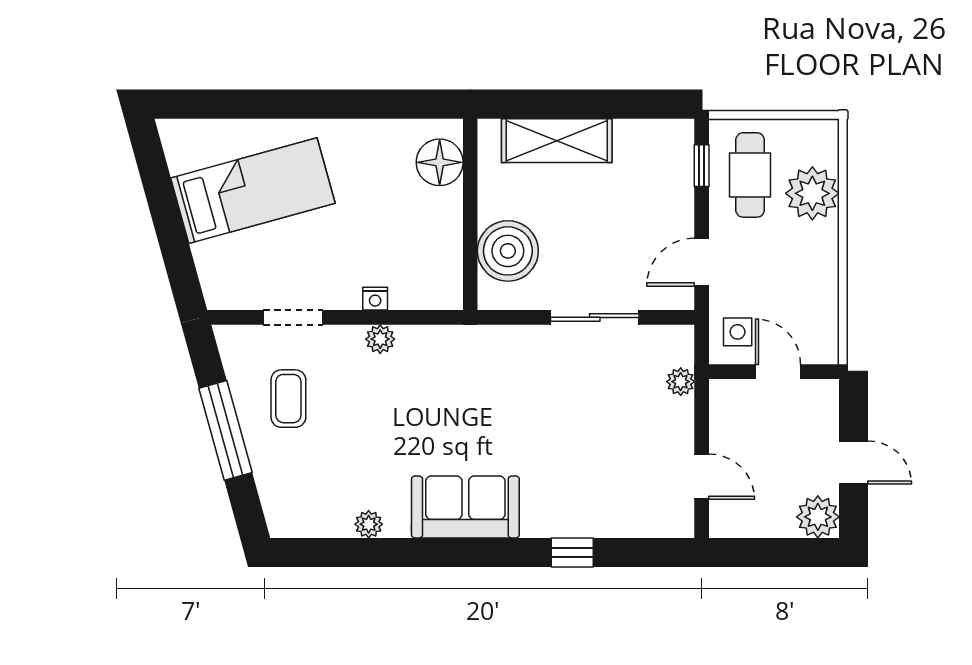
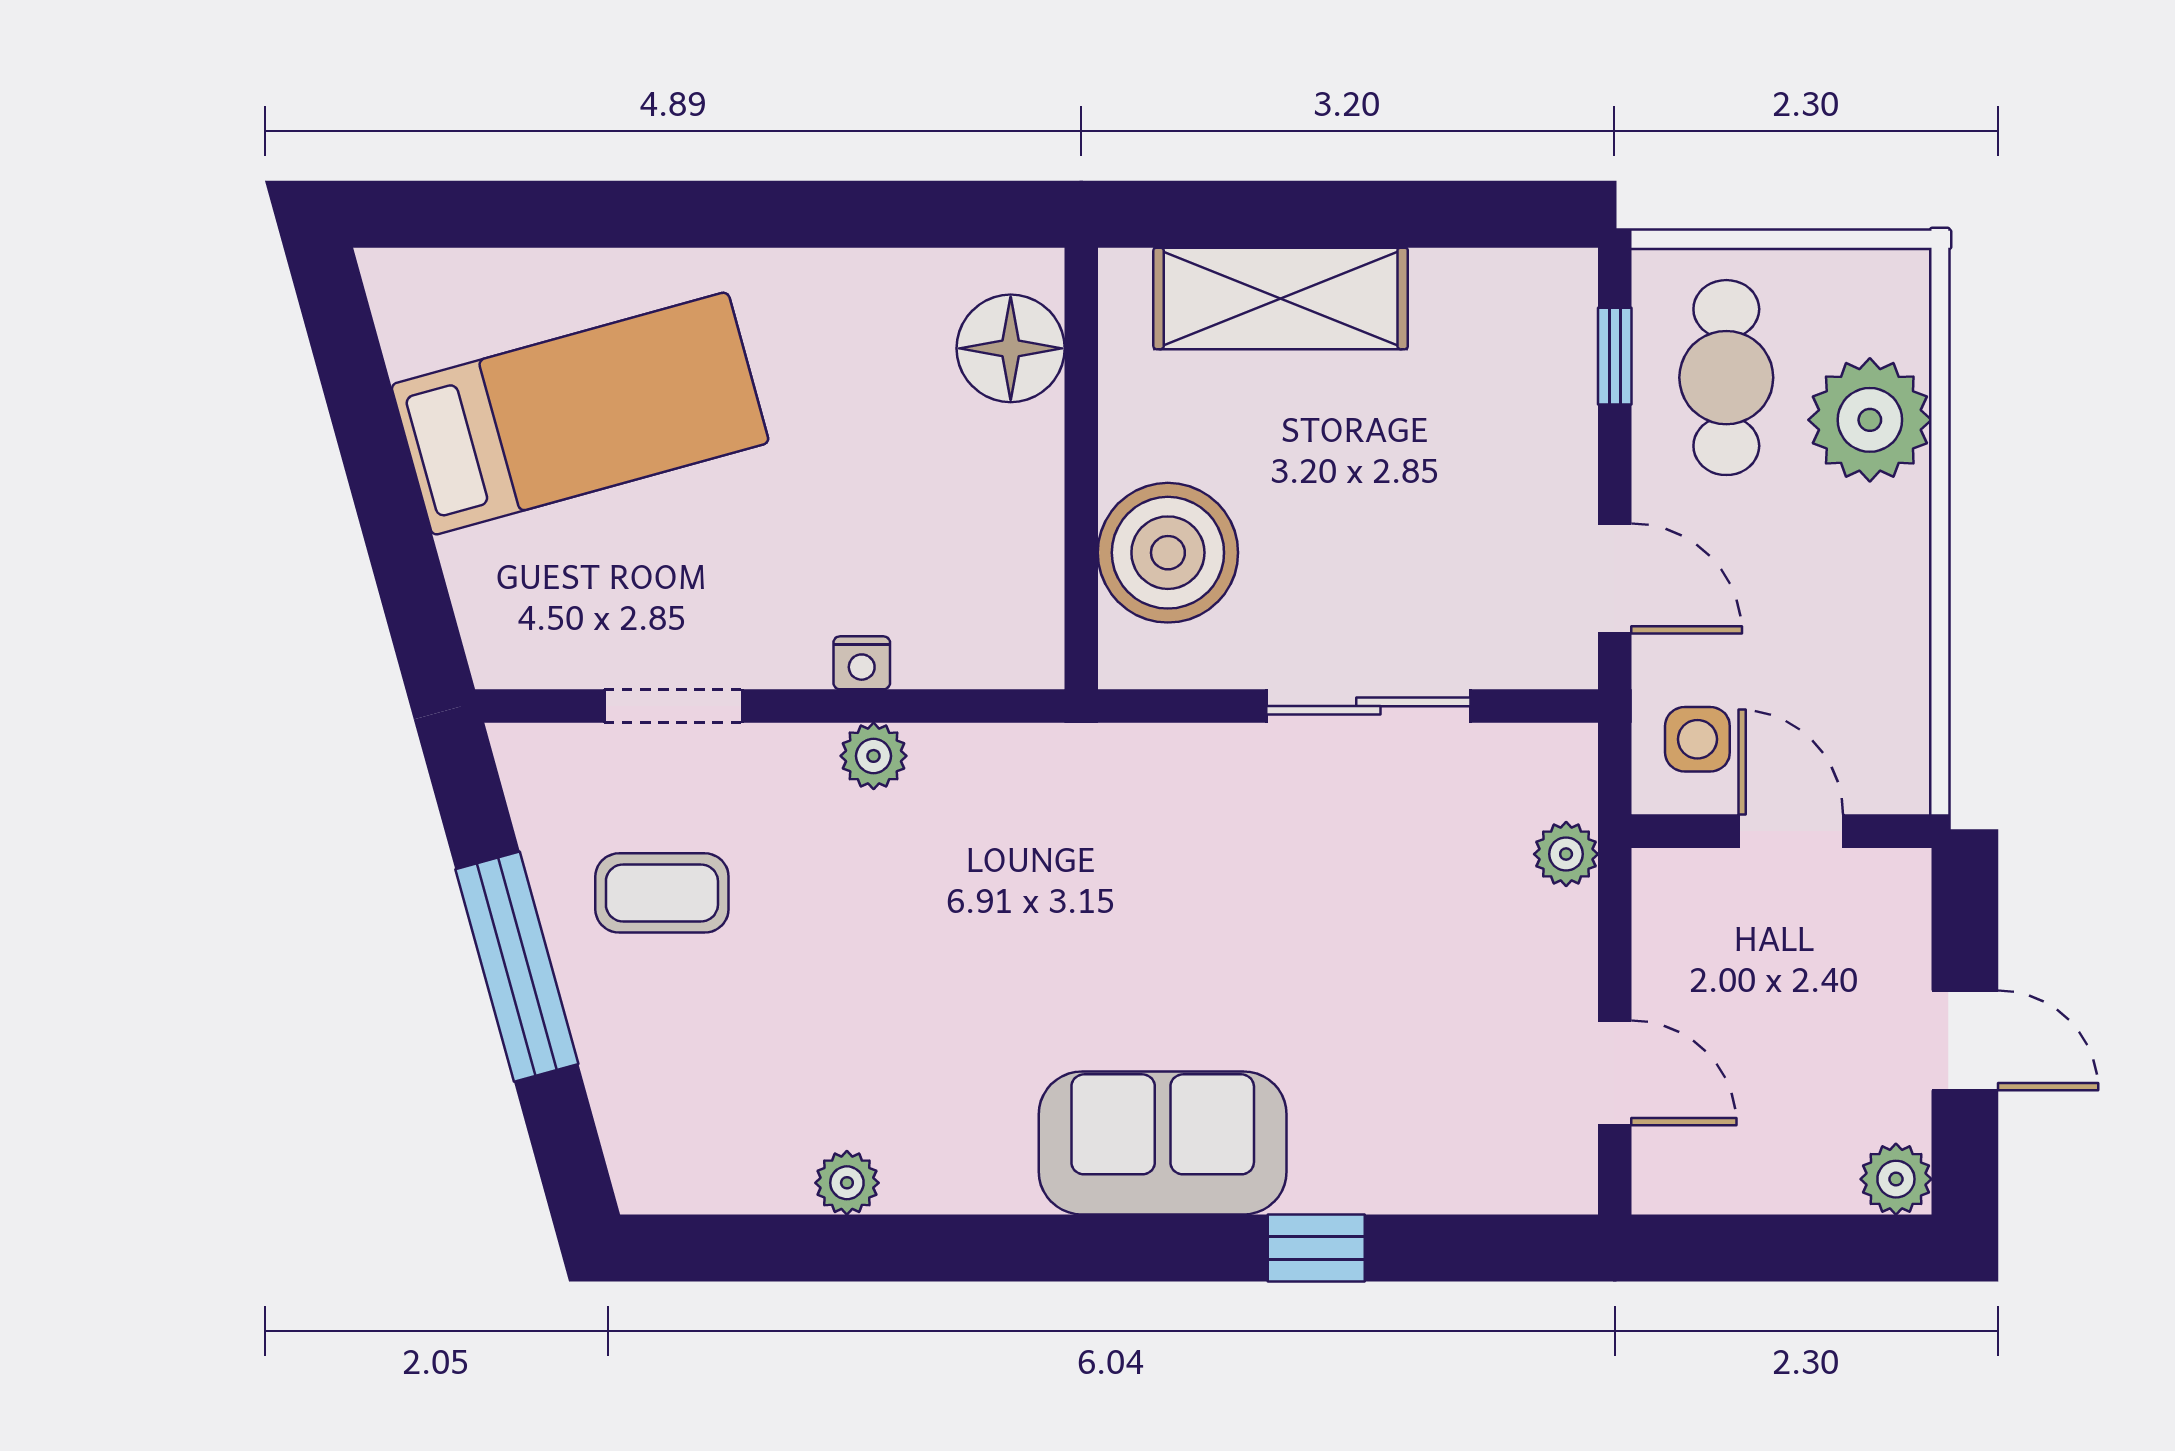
door: (702, 262) -> (1615, 579), swing flipped
coffee table: (288, 399) -> (662, 893), turned 90
sofa: (465, 507) -> (1163, 1143), moved
plant: (818, 517) -> (1896, 1179), width x0.73, depth x0.73

